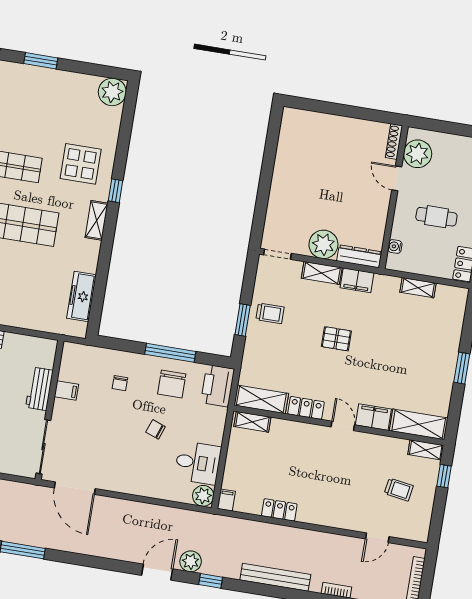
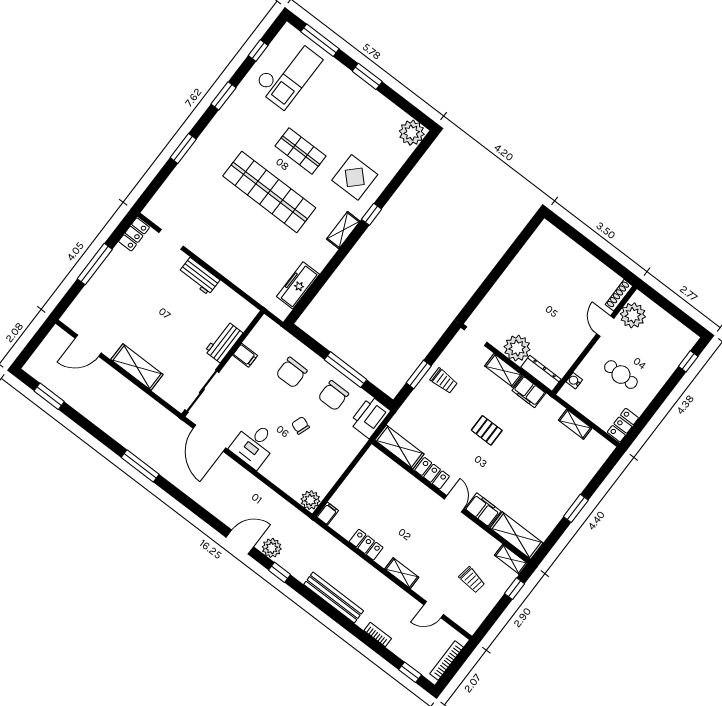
chair: (120, 383) -> (292, 373), width x1.87, depth x1.87
shelving: (252, 422) -> (402, 573), moved
desk: (198, 463) -> (254, 445), moved, turned 90

